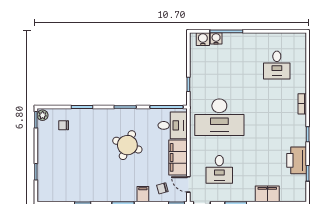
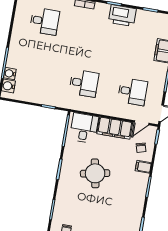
desk: (219, 117) -> (84, 83), width x0.53, depth x0.77
round table: (127, 145) -> (95, 173), turned -33
printer: (297, 160) -> (122, 16), moved

